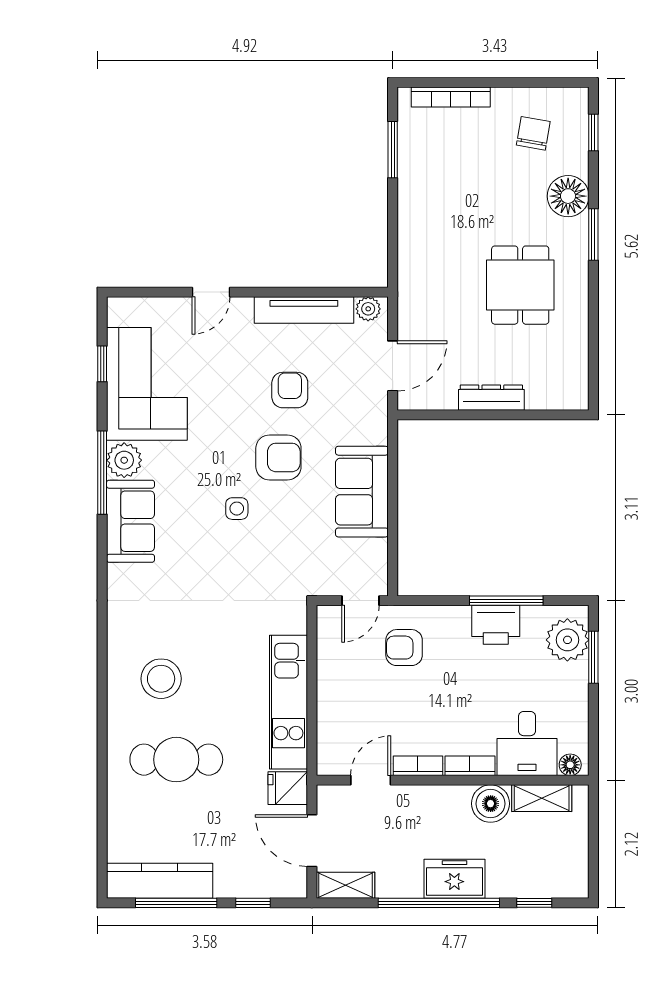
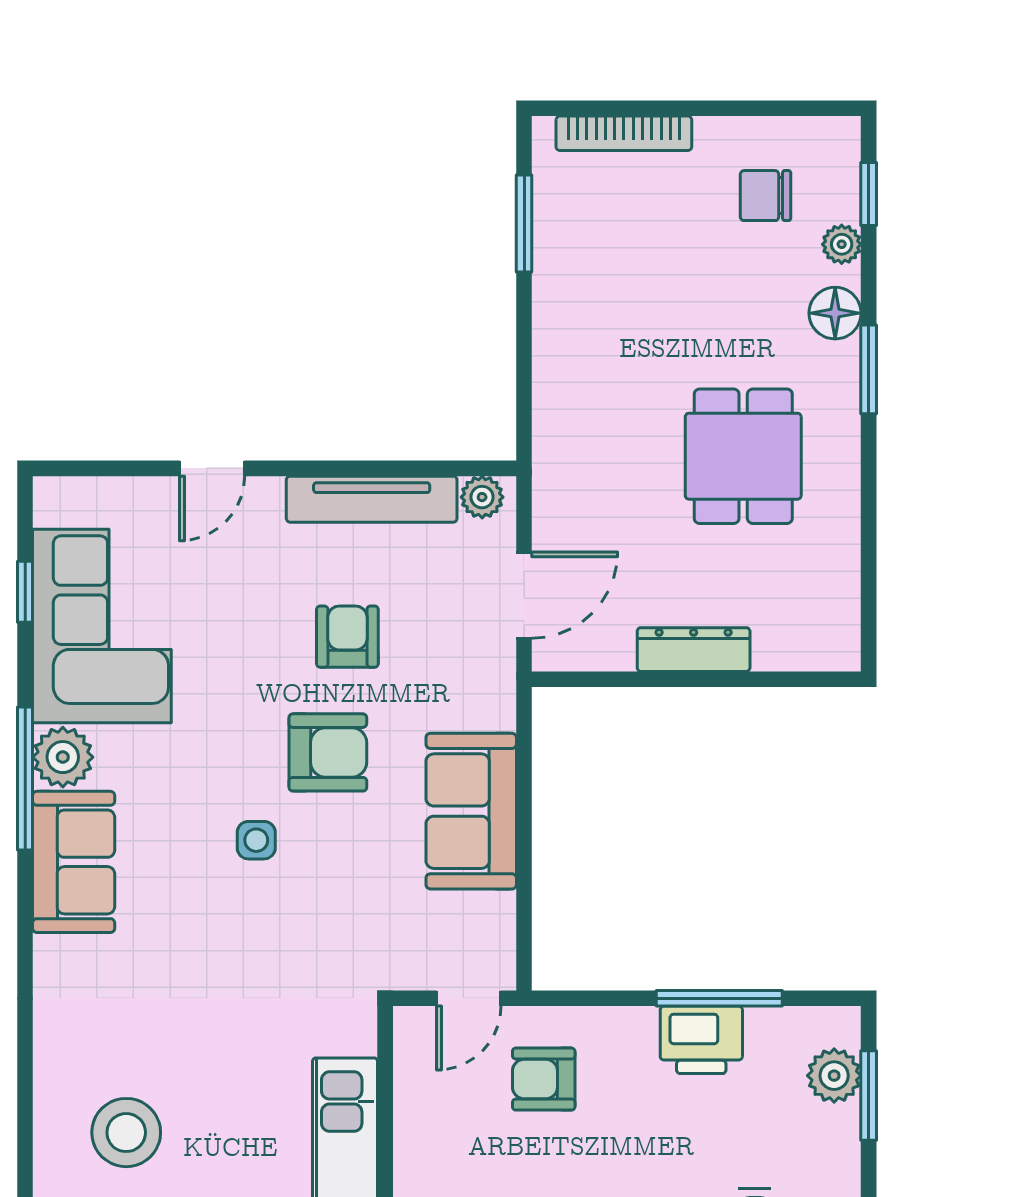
chair: (533, 133) -> (766, 196), turned -100
plant: (578, 162) -> (842, 244), added
floor lamp: (568, 196) -> (835, 313), width x0.73, depth x0.73
plant: (567, 640) -> (834, 1076), width x0.73, depth x0.73

